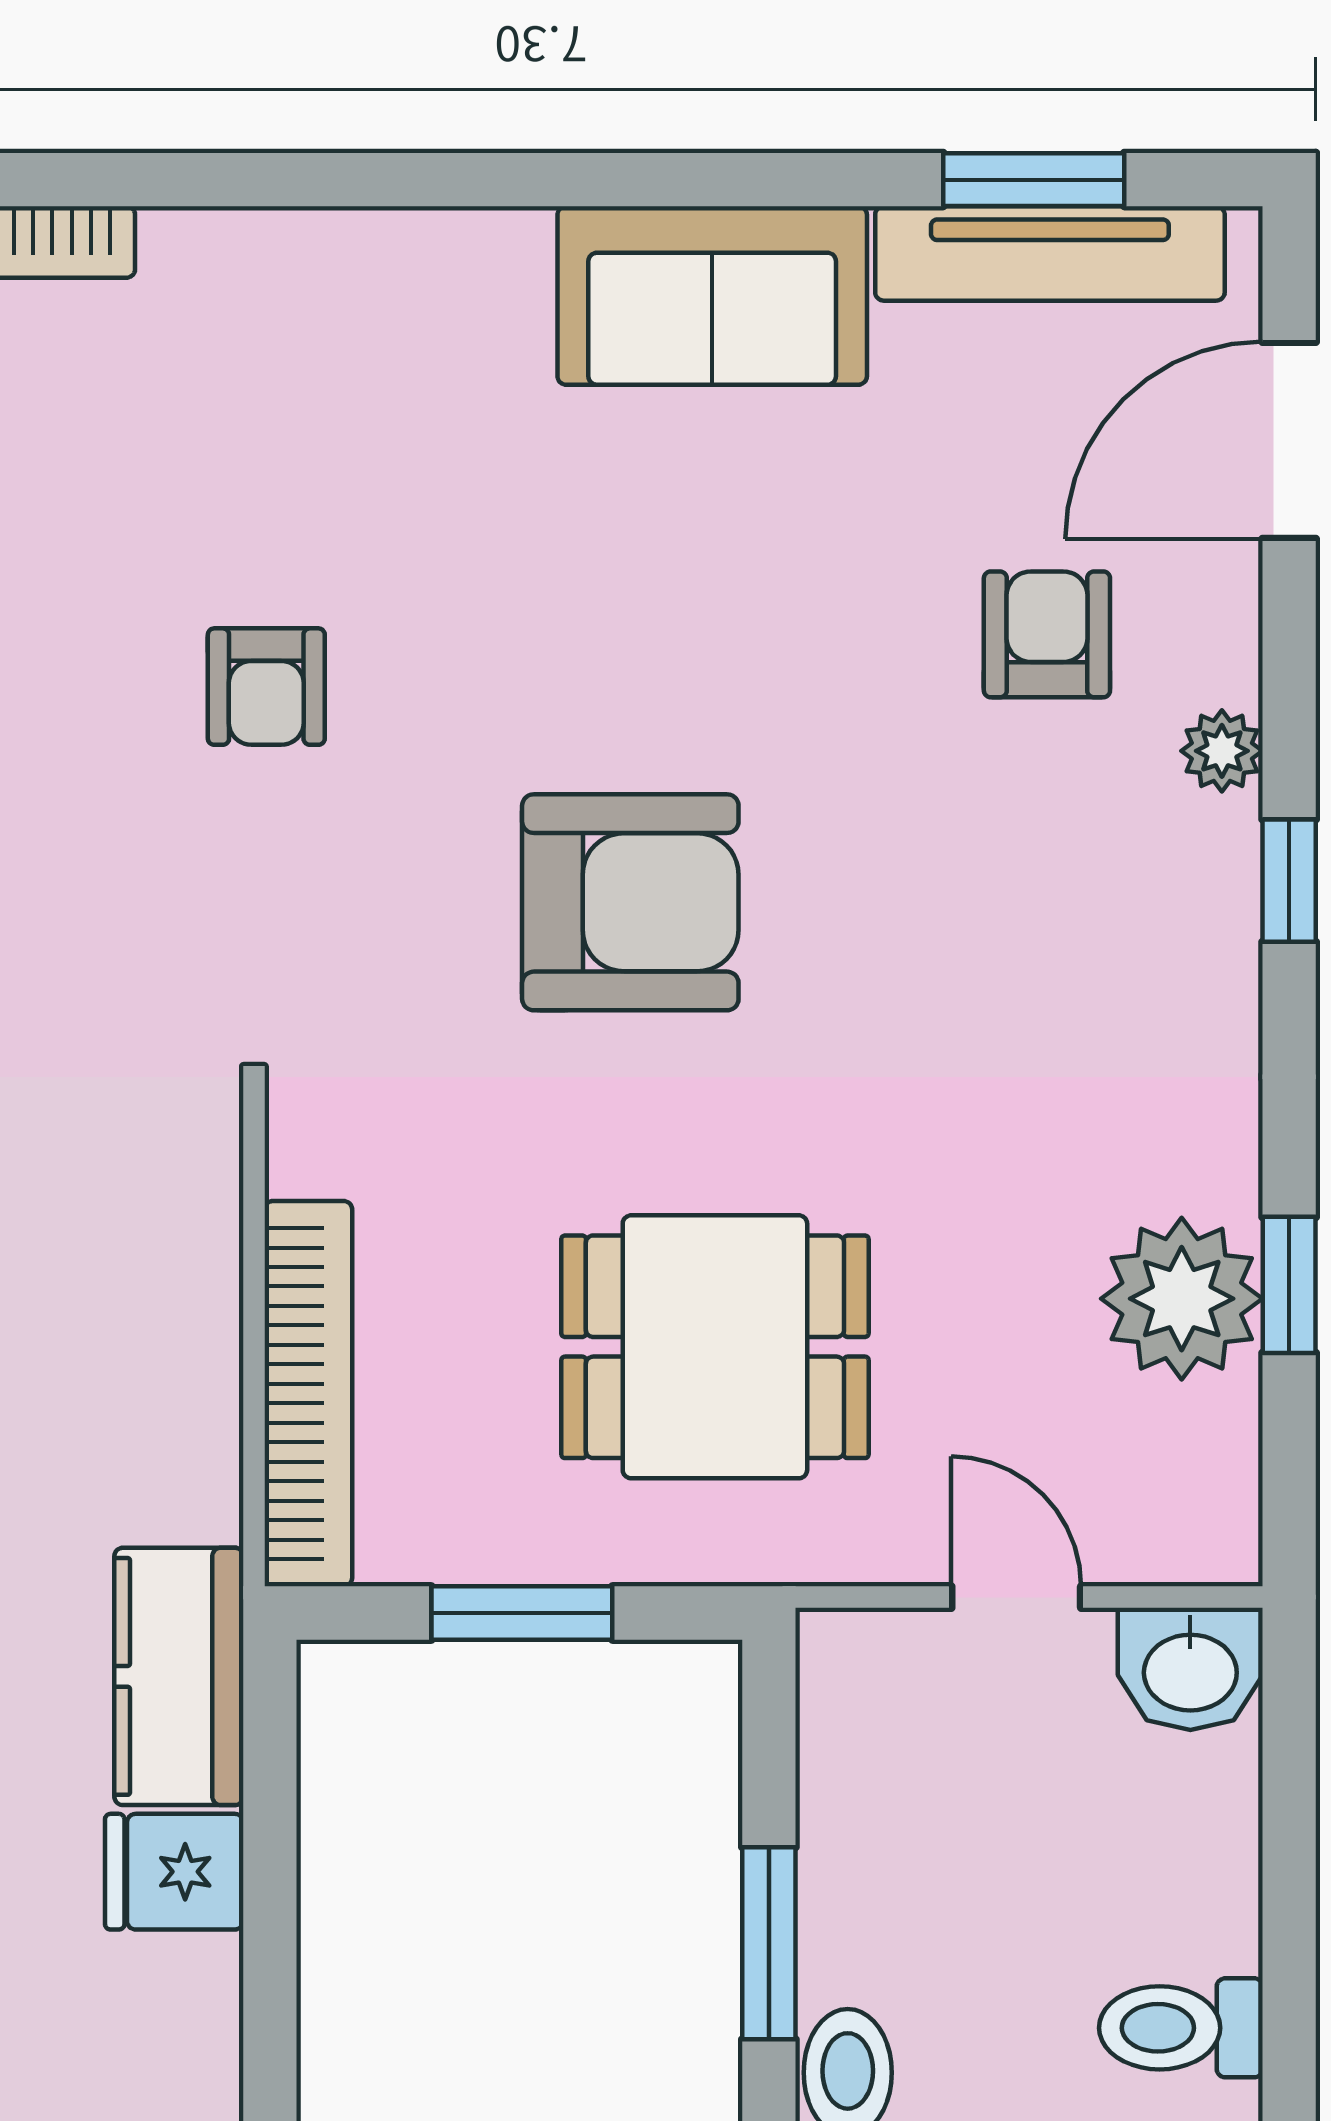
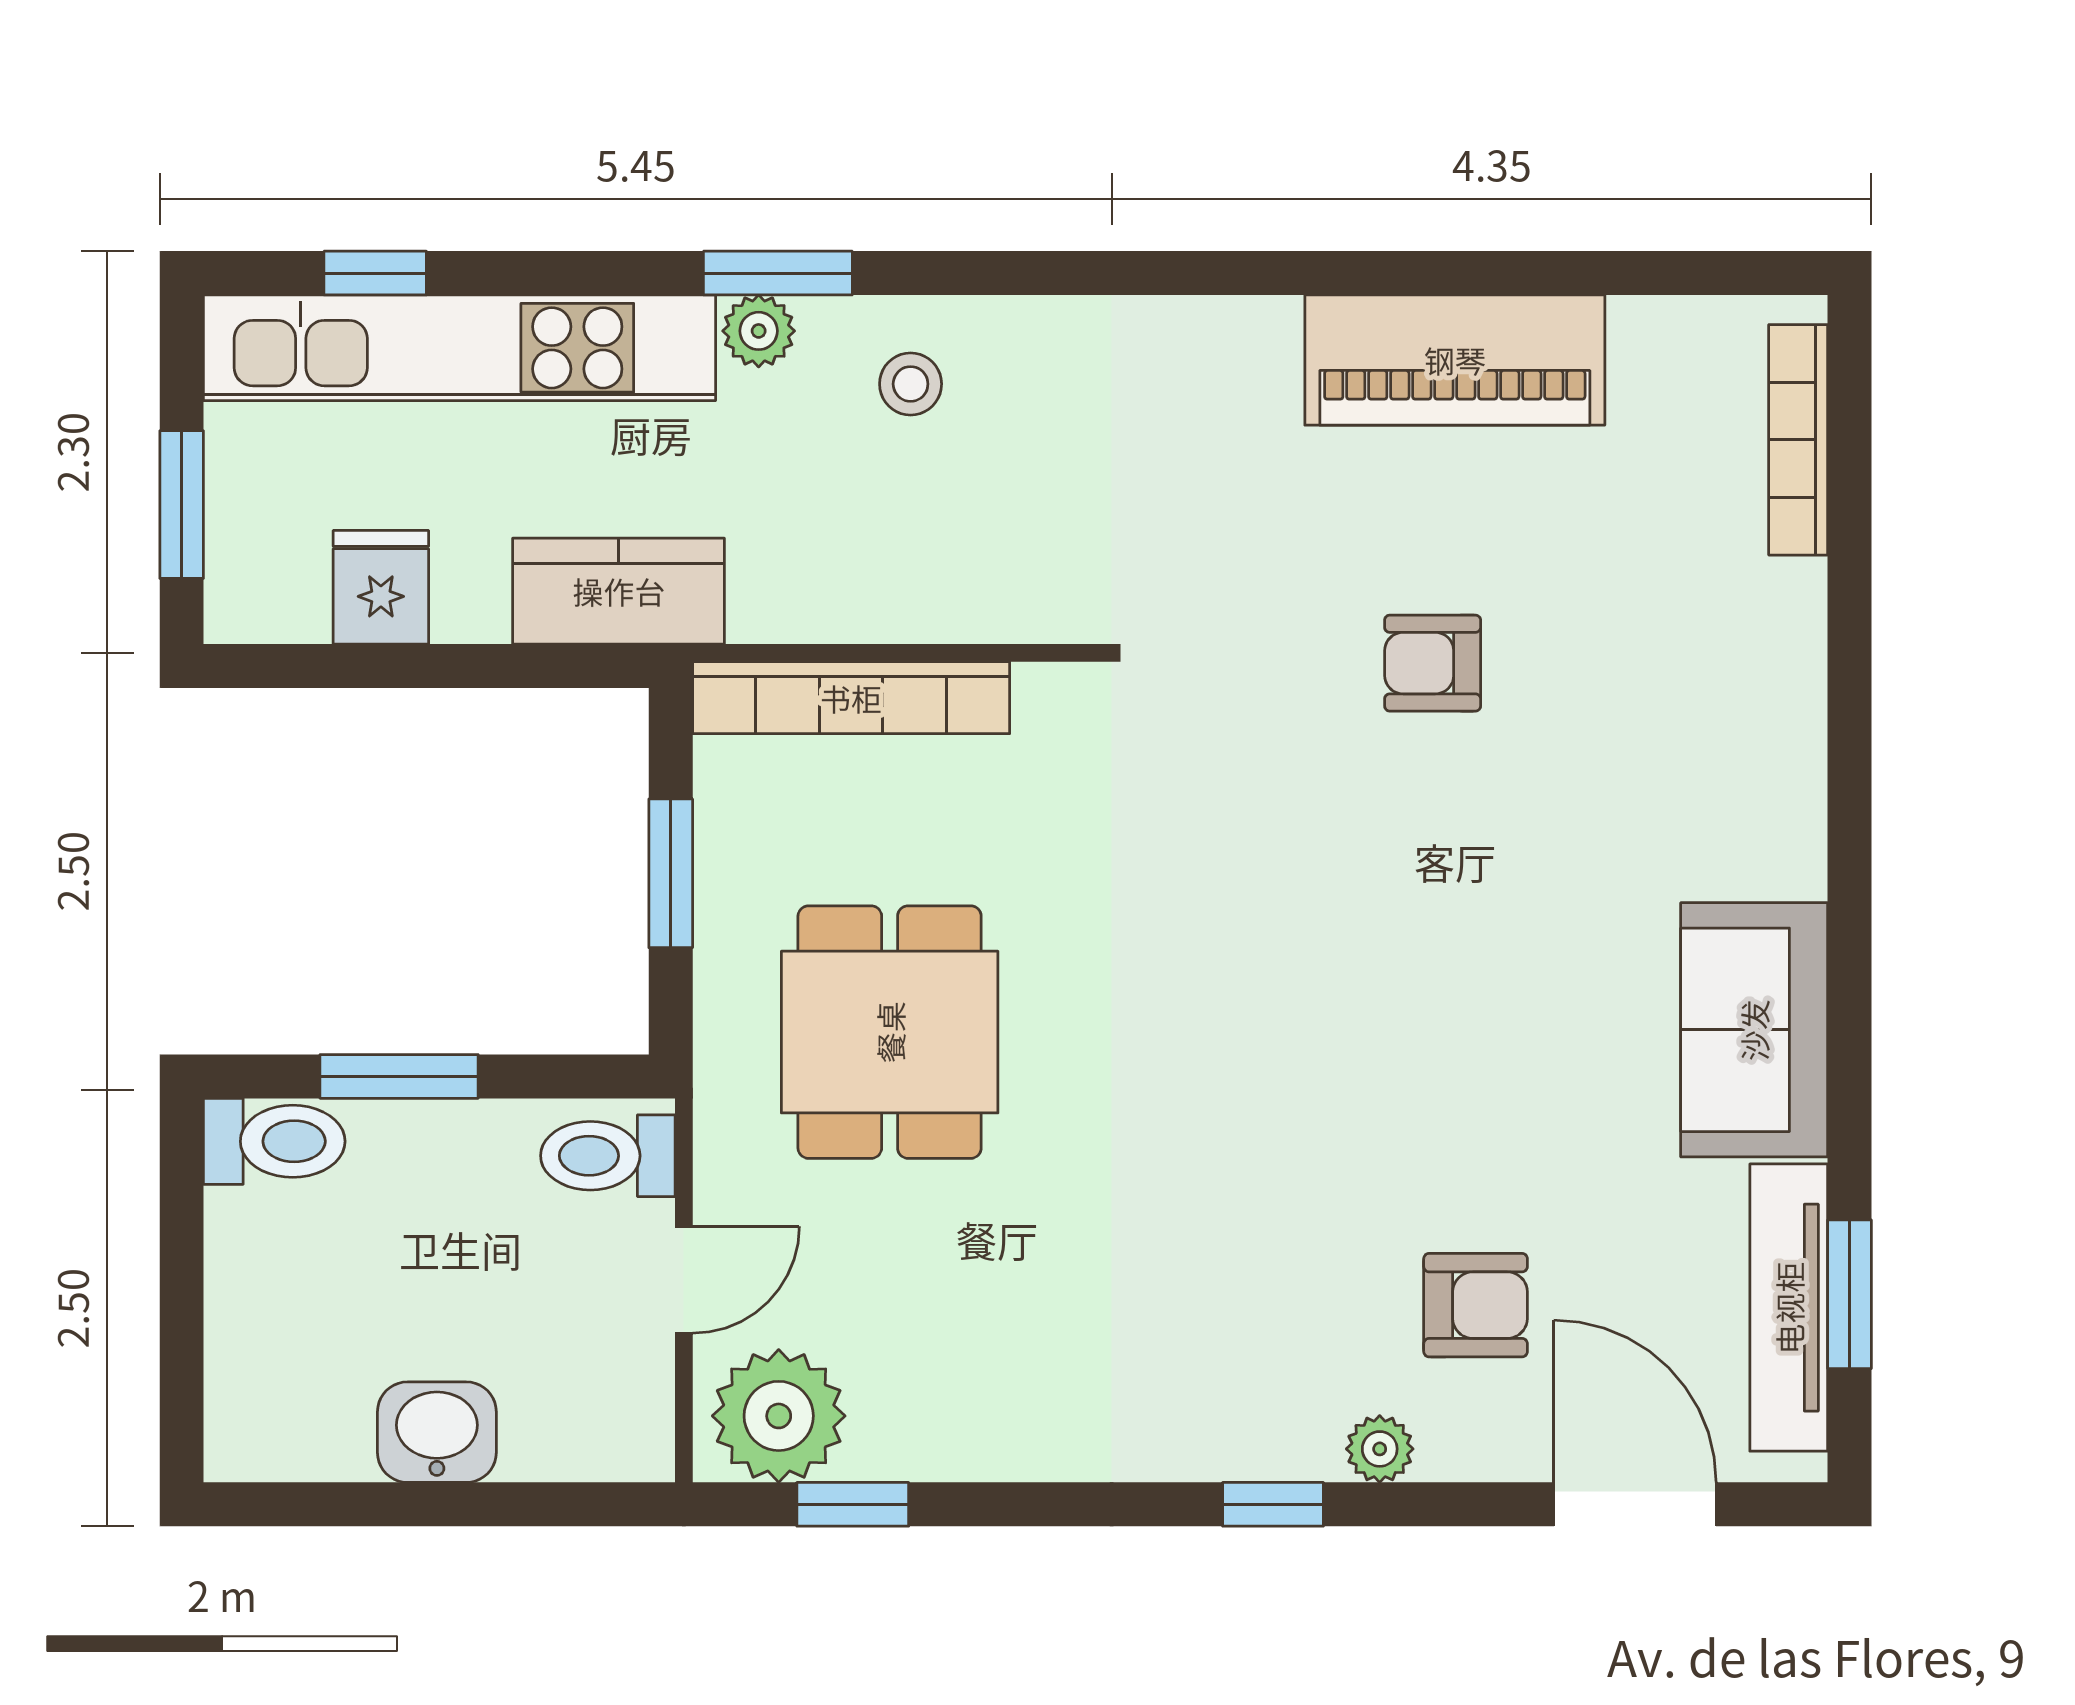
armchair: (630, 902) -> (1255, 963), removed
window: (1289, 1285) -> (853, 1504), moved
plant: (1182, 1299) -> (779, 1416), moved
washbasin: (1190, 1669) -> (437, 1432), moved, turned 90
fridge: (174, 1872) -> (381, 587), moved
toilet: (1181, 2028) -> (608, 1156), moved, turned -90

